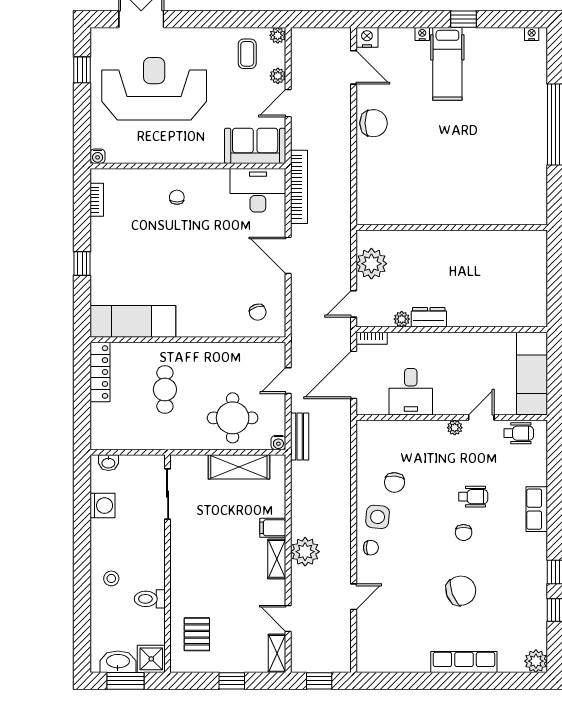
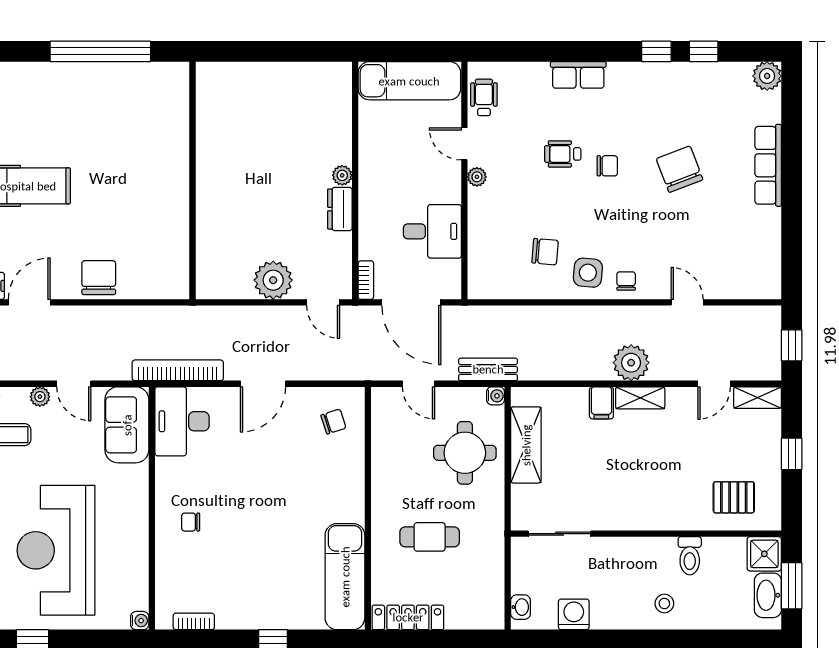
wall: (452, 227) -> (193, 180), moved
plant: (402, 319) -> (342, 175), moved
wheelchair: (473, 497) -> (563, 154), turned -90

